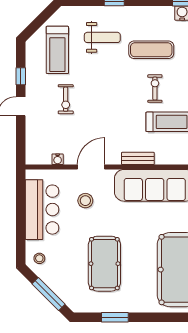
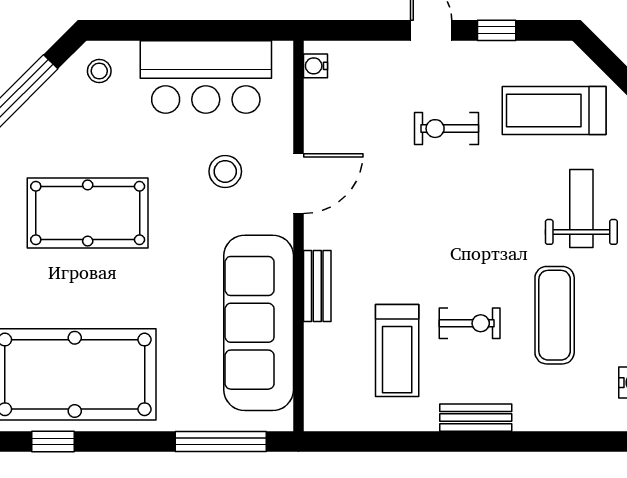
weight bench: (102, 37) -> (581, 208), turned 180
water cooler: (58, 159) -> (316, 66), moved
door: (91, 167) -> (299, 184), hinge flipped

